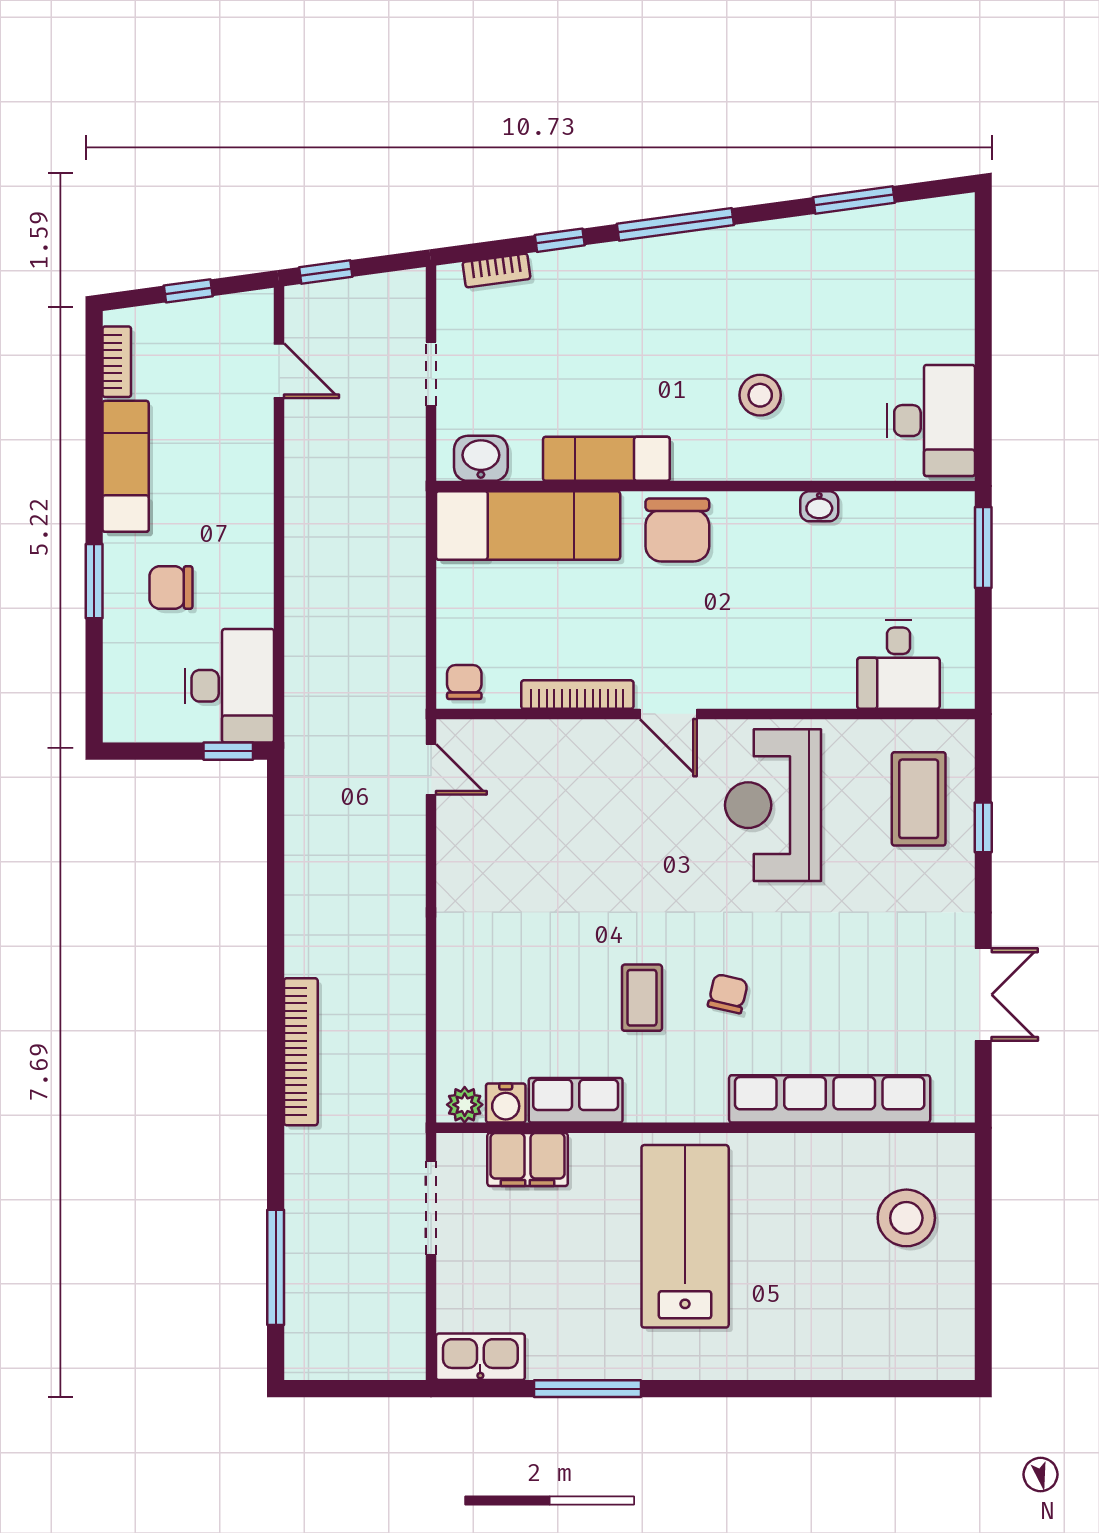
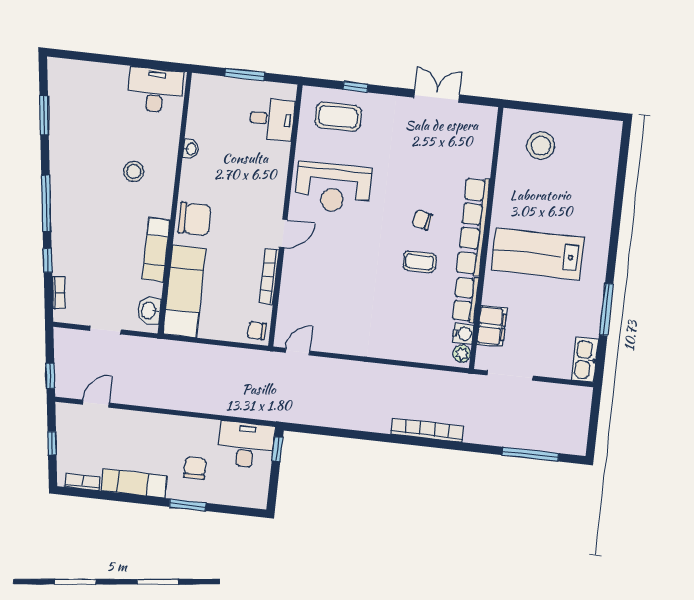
window: (983, 548) -> (245, 74), moved
chair: (171, 587) -> (195, 468), turned 180
row of seats: (830, 1099) -> (473, 226), moved

